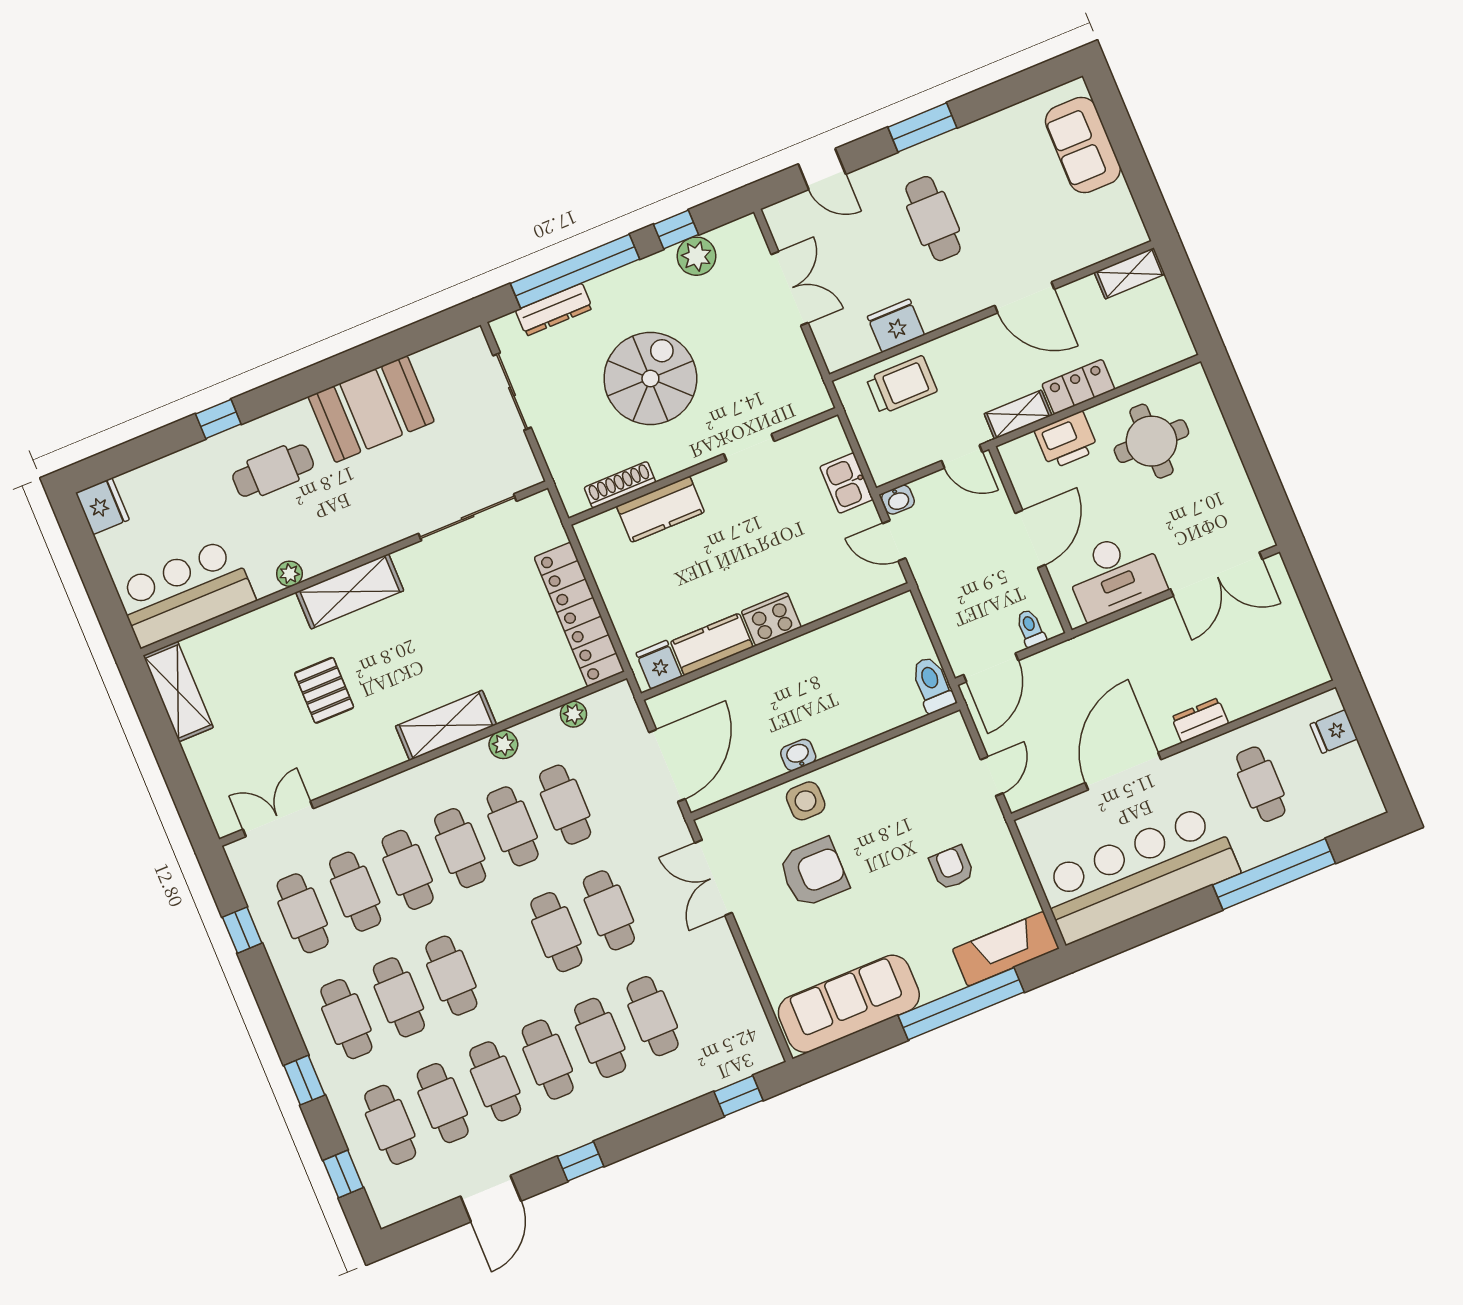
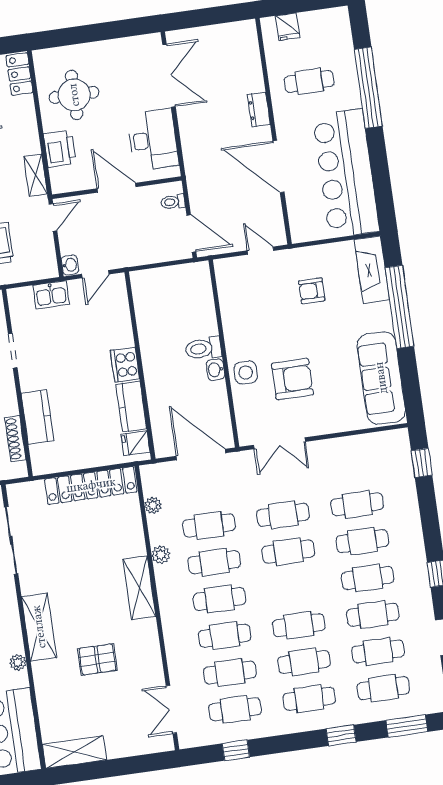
locker: (1078, 387) -> (19, 74), moved
toilet: (933, 685) -> (203, 348), moved
armchair: (814, 873) -> (292, 379), turned 90
window: (343, 1174) -> (407, 726), width x1.50

